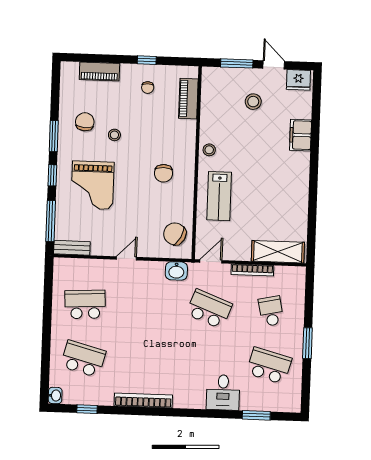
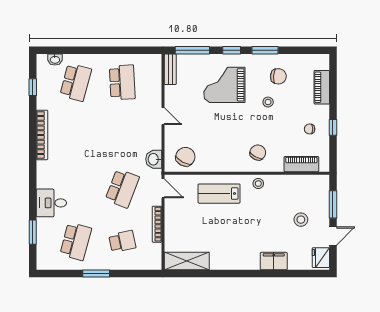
chair: (164, 173) -> (258, 153), moved, turned 117
shelving: (278, 252) -> (187, 261), moved, turned 90
washbasin: (55, 395) -> (55, 59), moved

